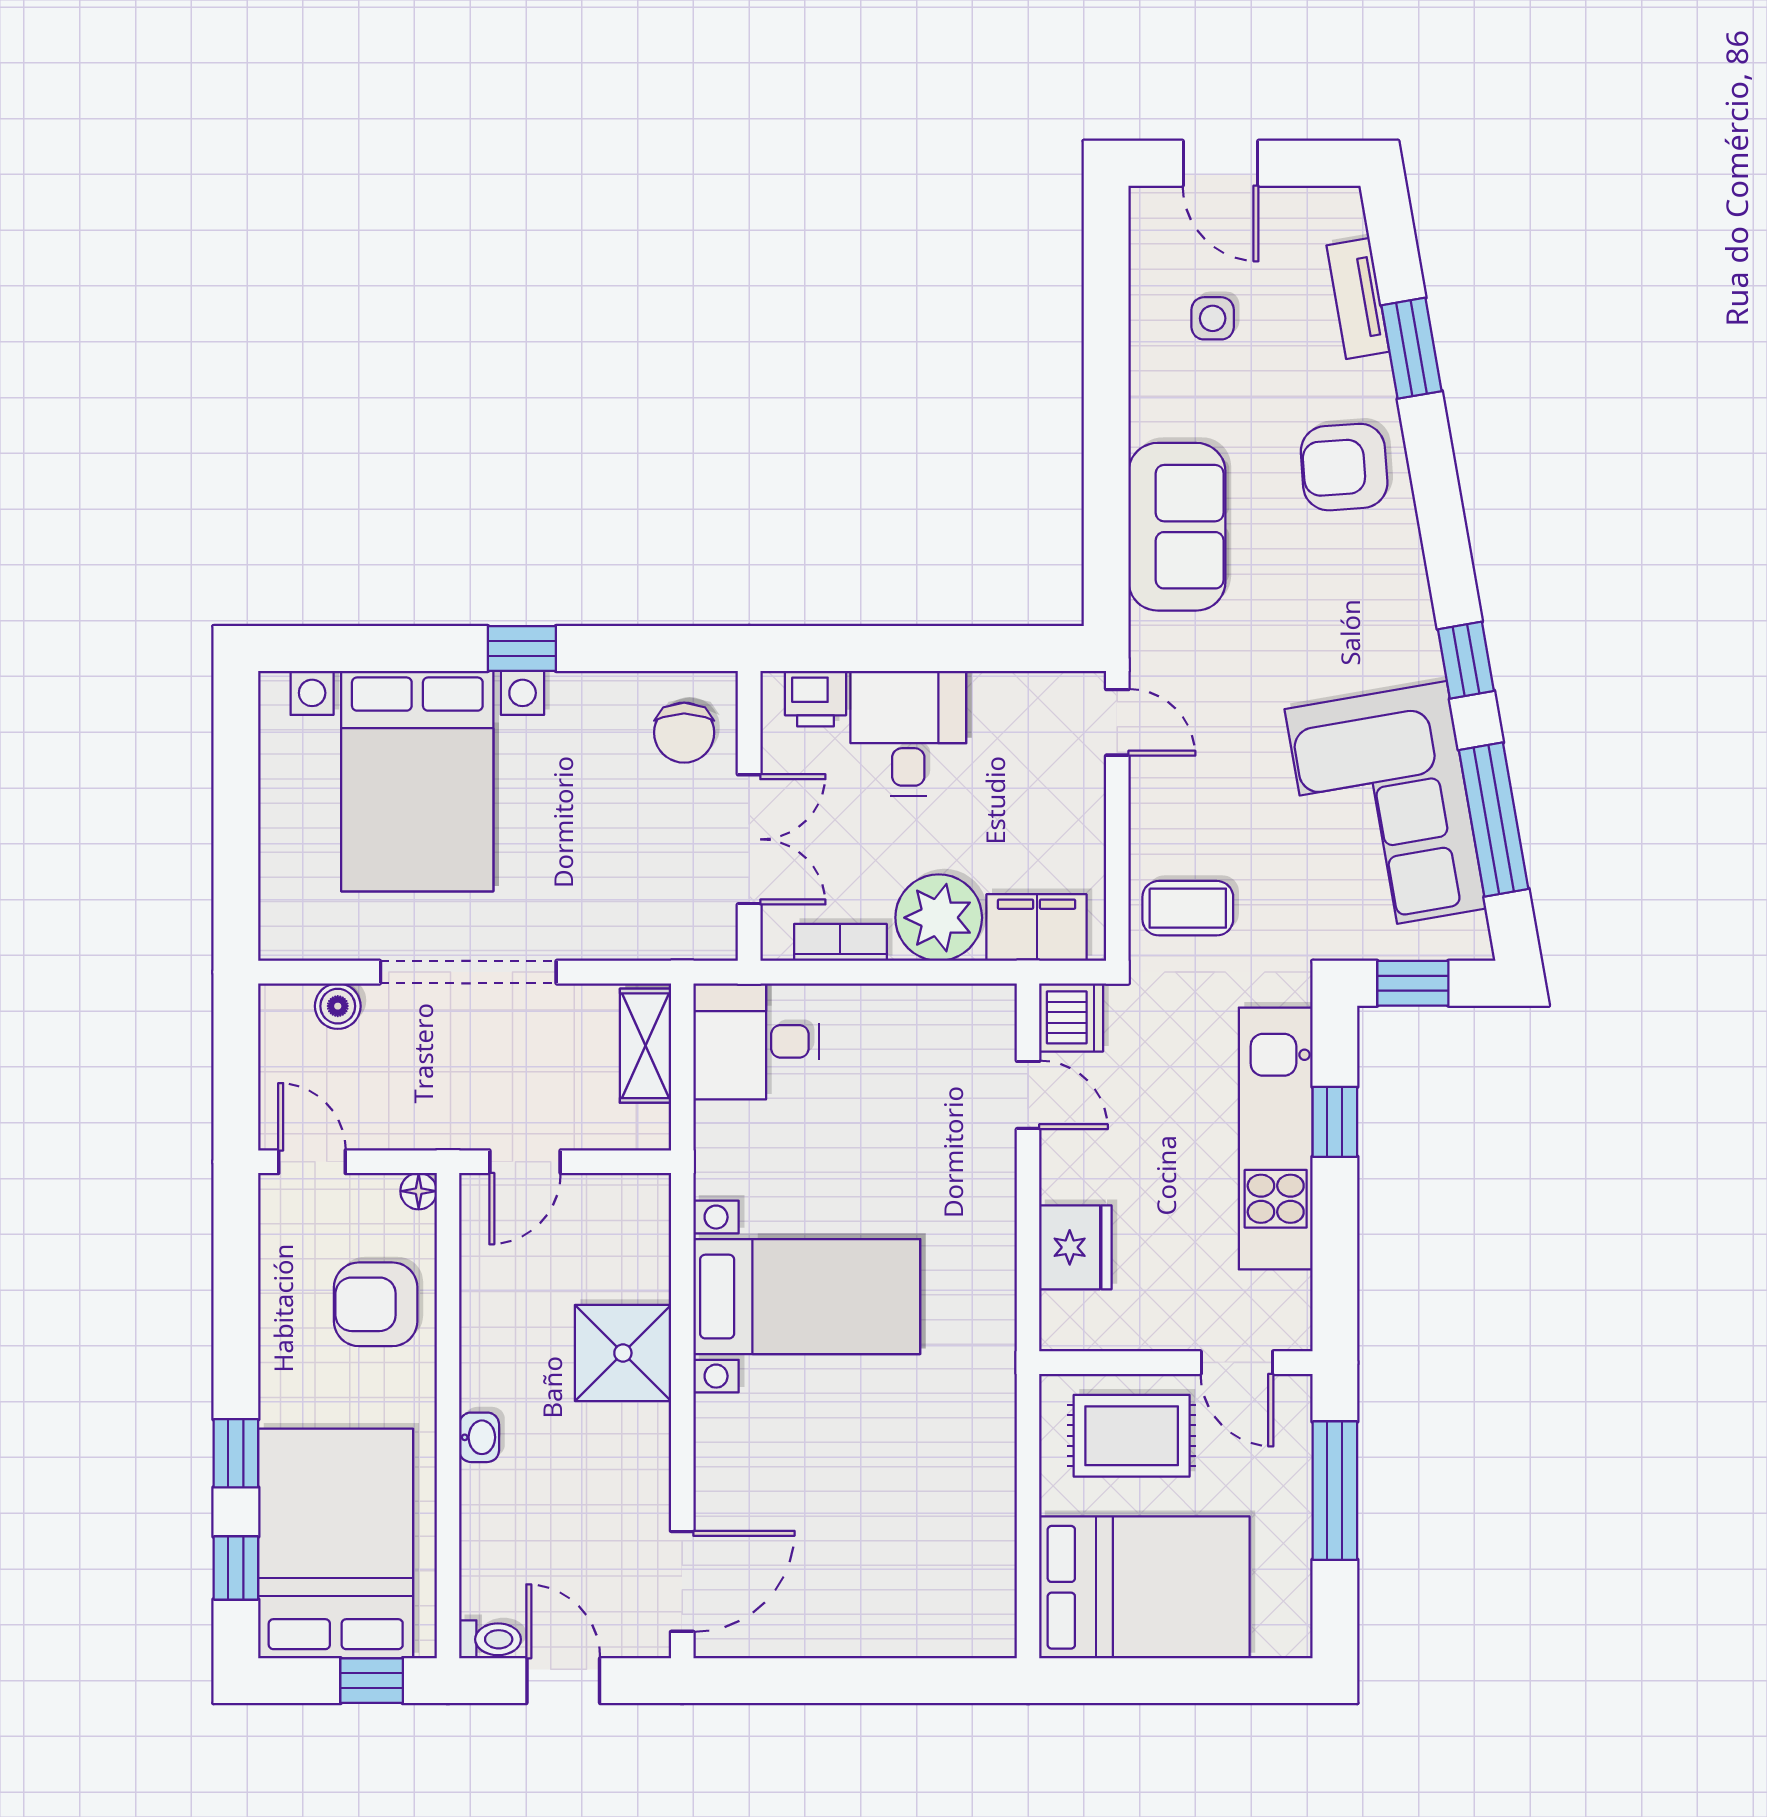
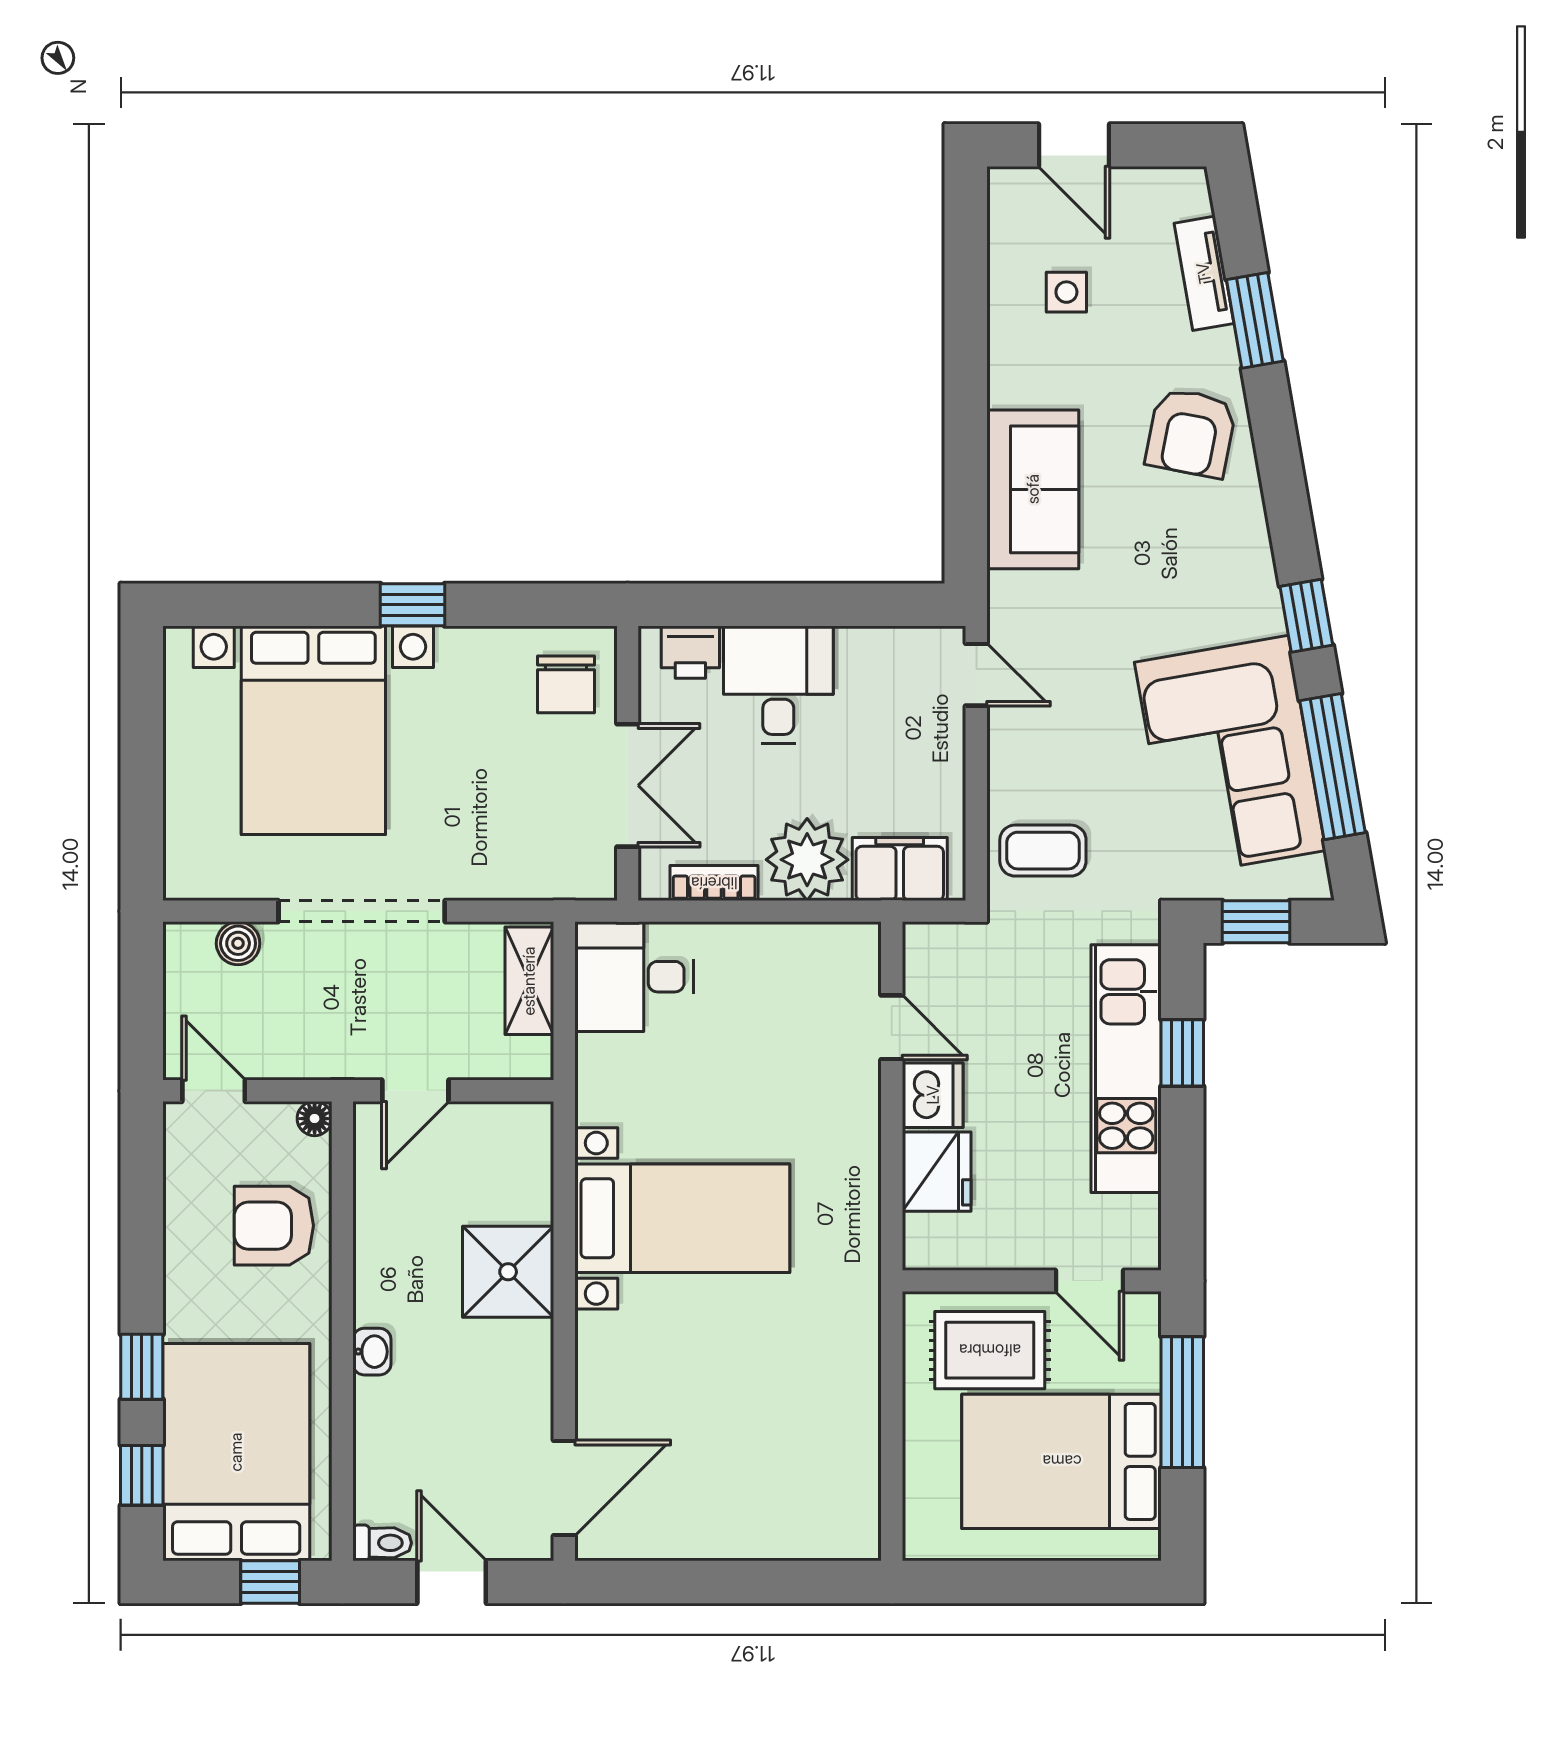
armchair: (1344, 467) -> (1191, 433), turned -75
dishwasher: (1071, 1017) -> (933, 1095), moved
bed: (1144, 1587) -> (1062, 1461), moved, turned 180

